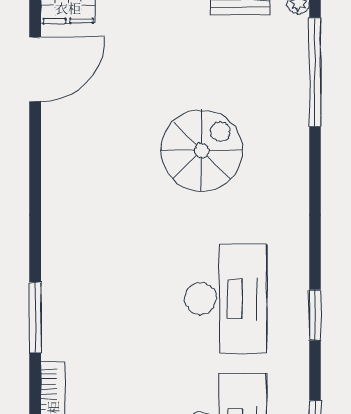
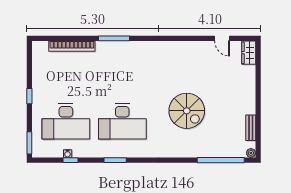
door: (35, 69) -> (222, 38), width x0.53

